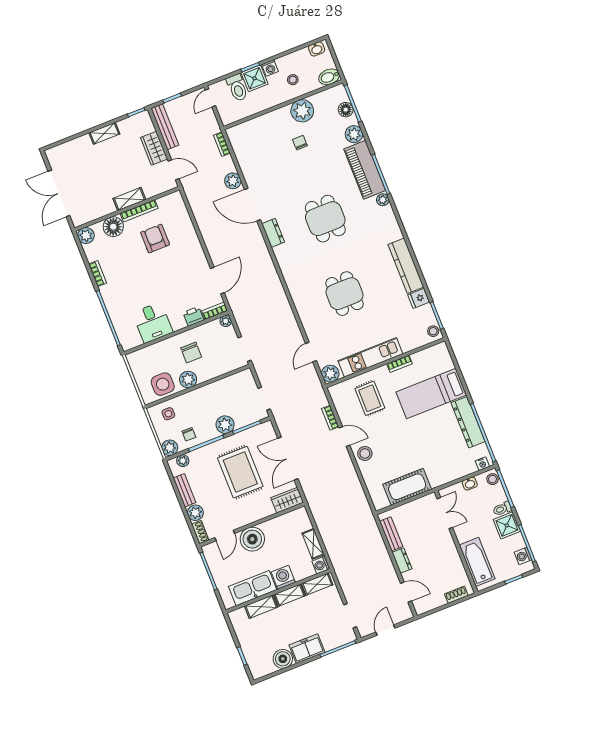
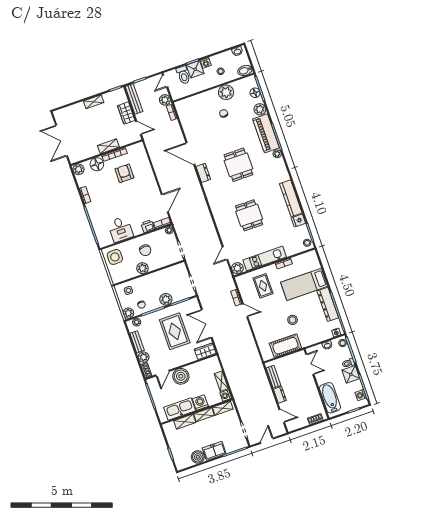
plant: (233, 181) -> (165, 100), moved
side table: (163, 384) -> (115, 257), moved
stool: (365, 453) -> (293, 320), moved

